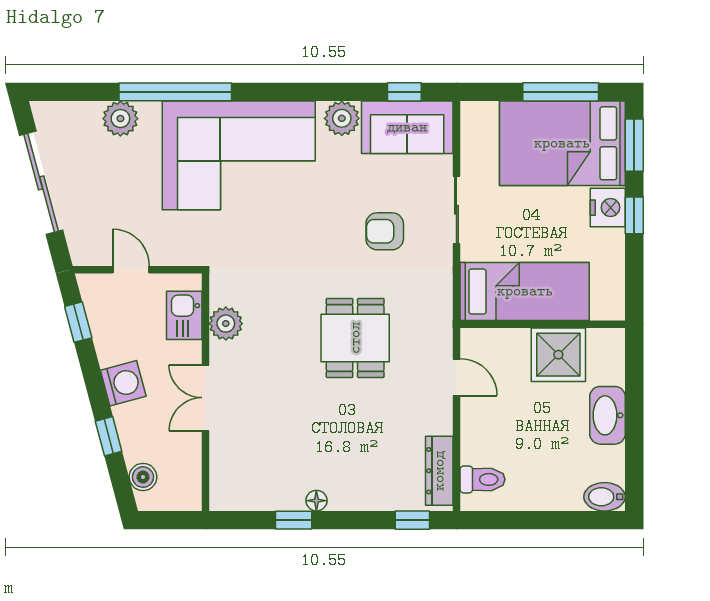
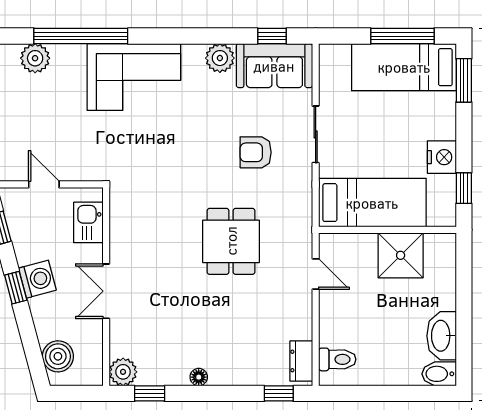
bed: (562, 143) -> (404, 67), width x0.67
corner sofa: (239, 155) -> (134, 77), width x0.73, depth x0.74
nightstand: (608, 208) -> (442, 157), moved
window: (634, 215) -> (464, 188), moved
plant: (226, 324) -> (123, 372), moved
washbasin: (607, 415) -> (442, 336), moved
window: (109, 436) -> (16, 288), moved
dresser: (439, 471) -> (301, 361), width x0.70
boiler: (143, 477) -> (58, 356), width x1.36, depth x1.36
window: (294, 520) -> (150, 393), moved

